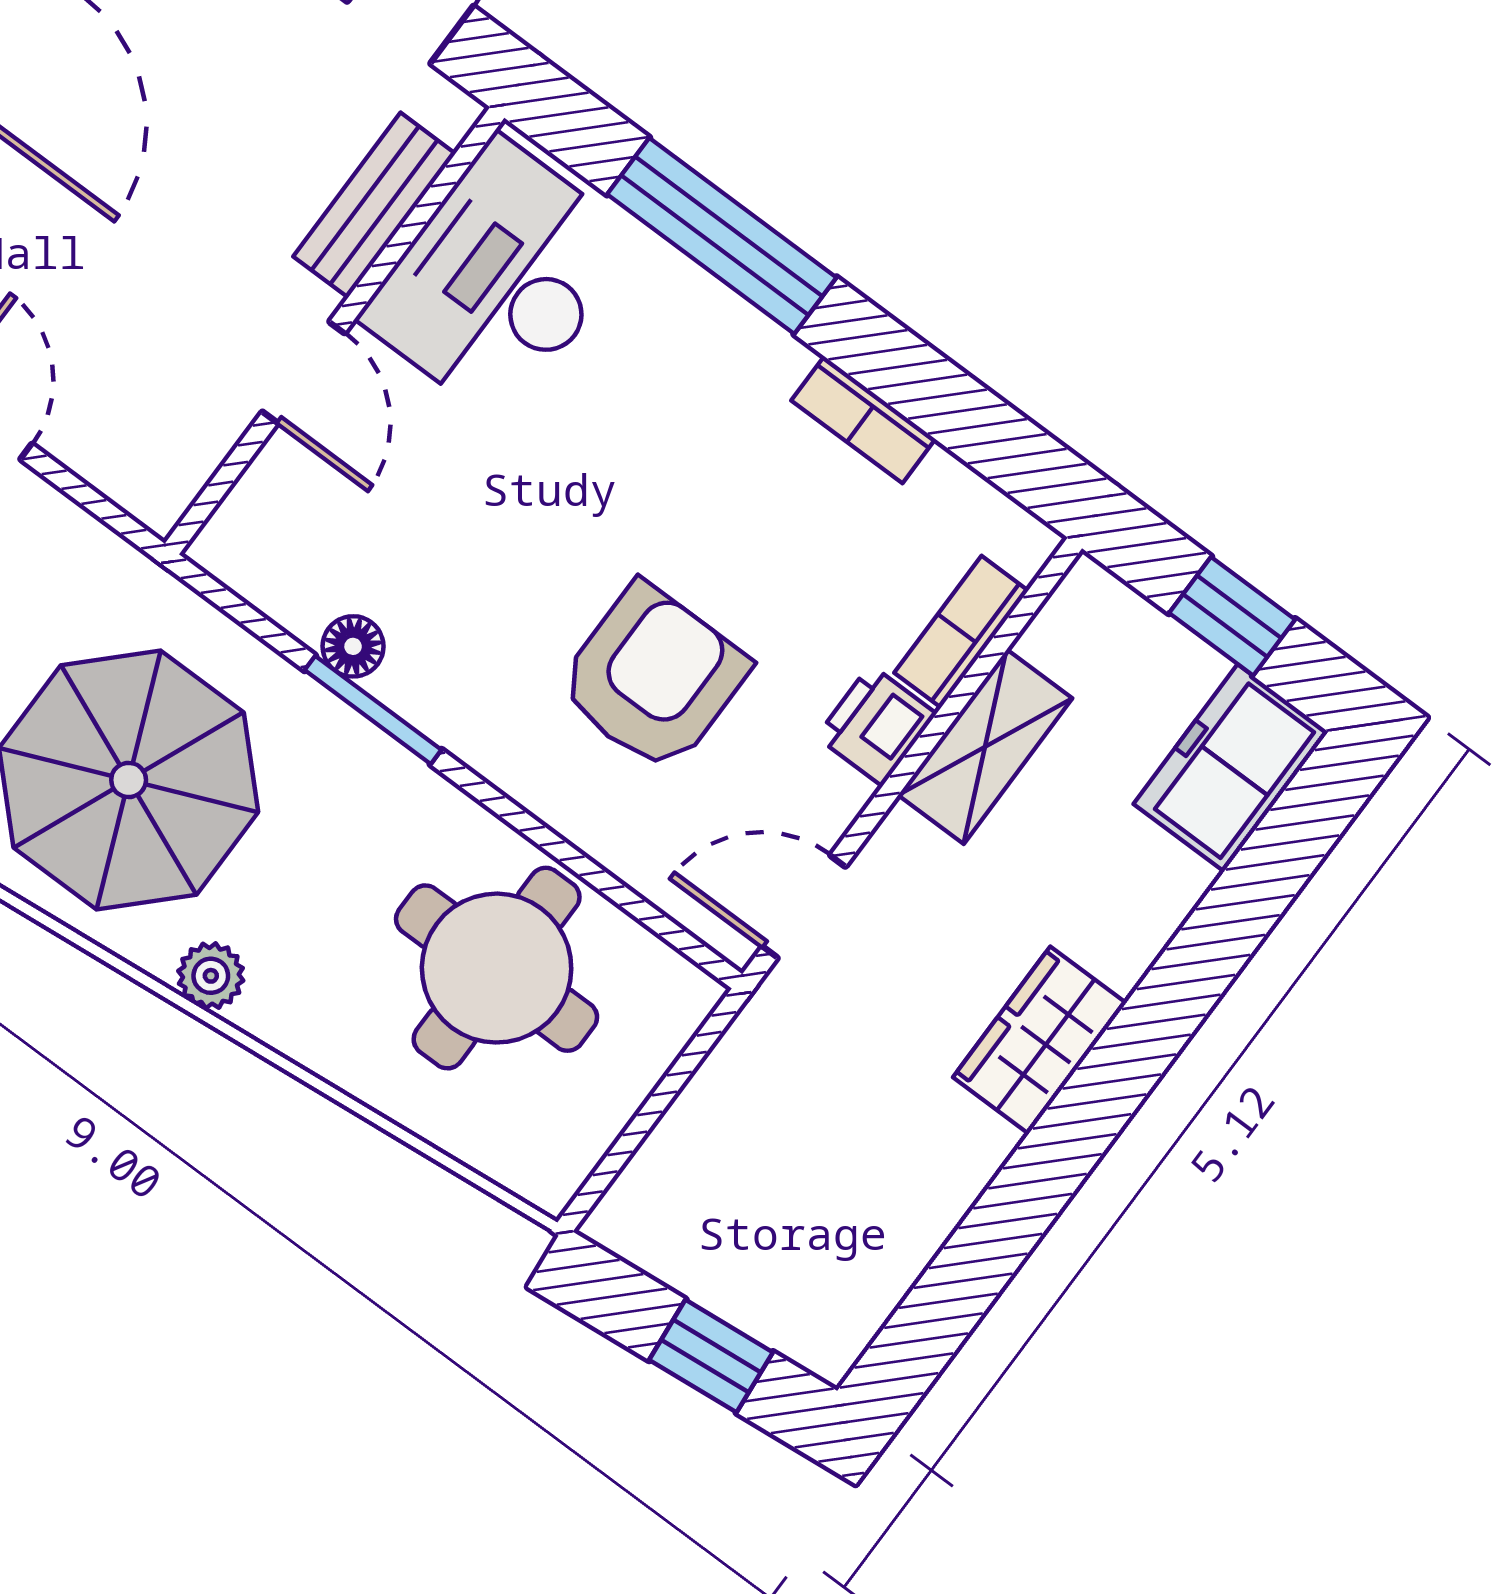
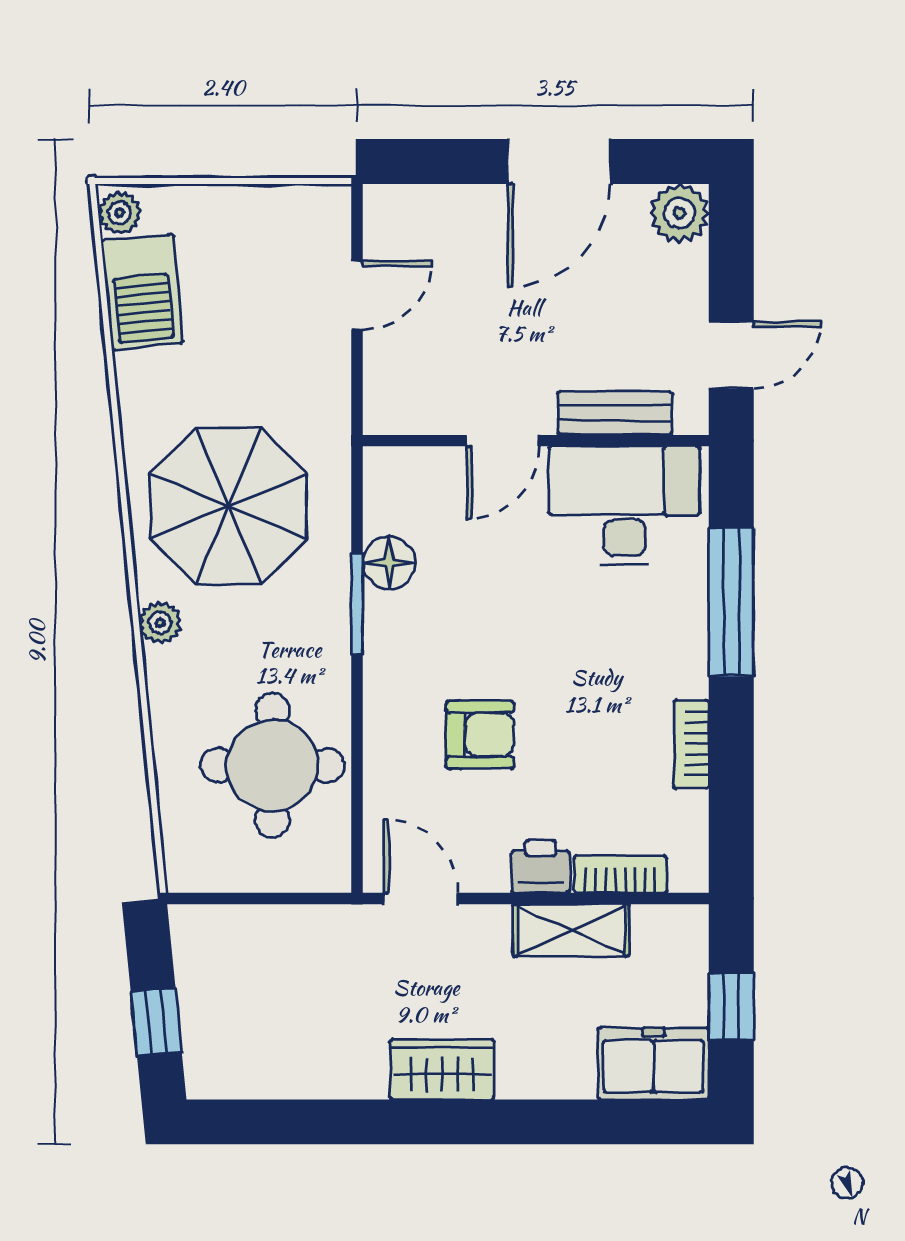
floor lamp: (353, 646) -> (389, 563), width x1.37, depth x1.37
armchair: (653, 678) -> (480, 735), width x0.72, depth x0.72

